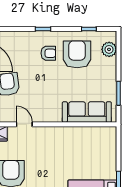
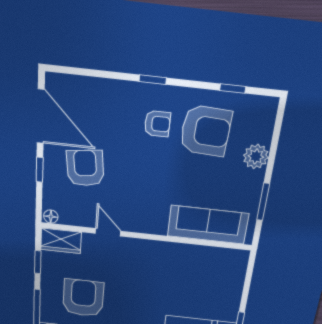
plant: (109, 49) -> (256, 156), moved
armchair: (77, 54) -> (206, 131), turned 93

